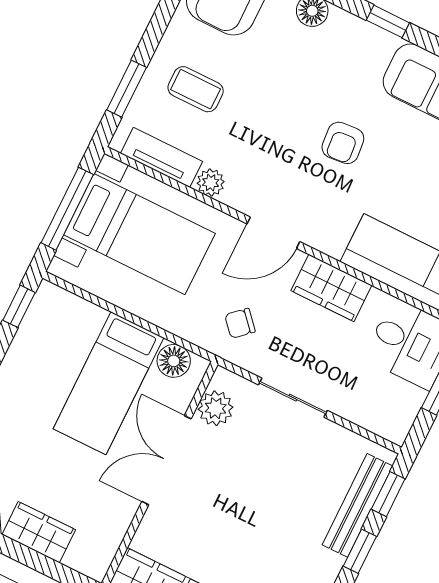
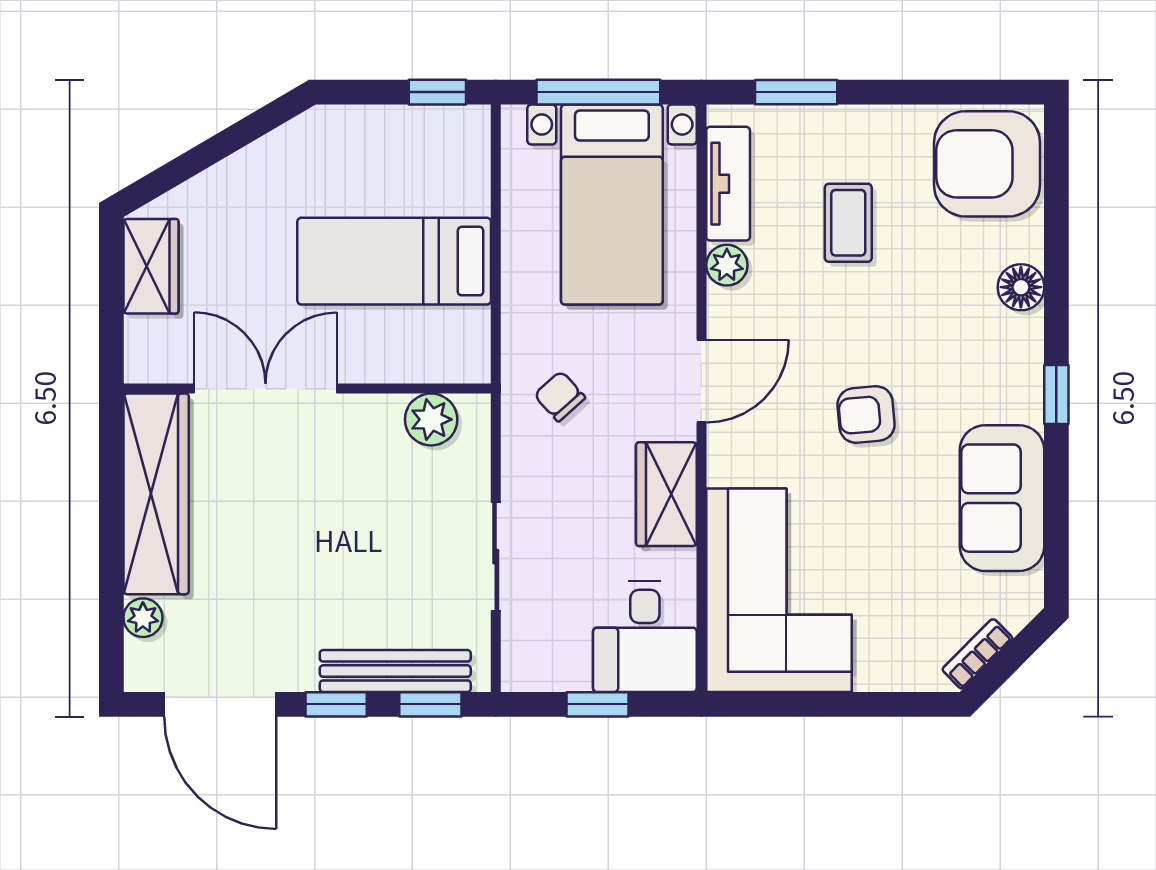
coffee table: (196, 89) -> (848, 223), moved
door: (273, 233) -> (701, 381), swing flipped
floor lamp: (174, 361) -> (466, 333), removed
sliding door: (293, 398) -> (496, 557), moved
double door: (167, 460) -> (266, 389), moved

